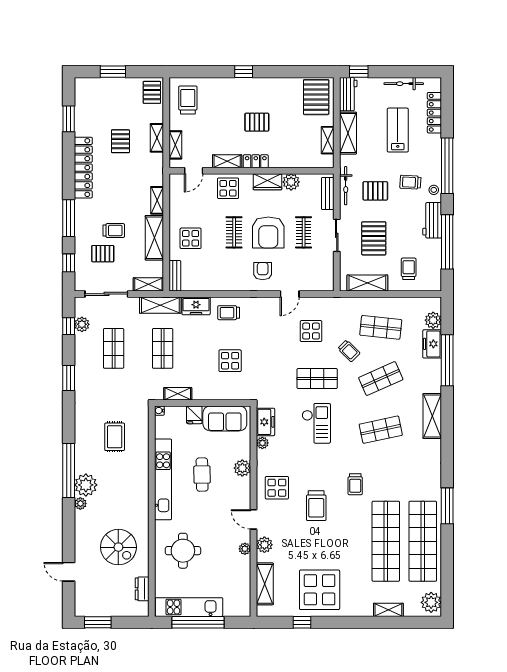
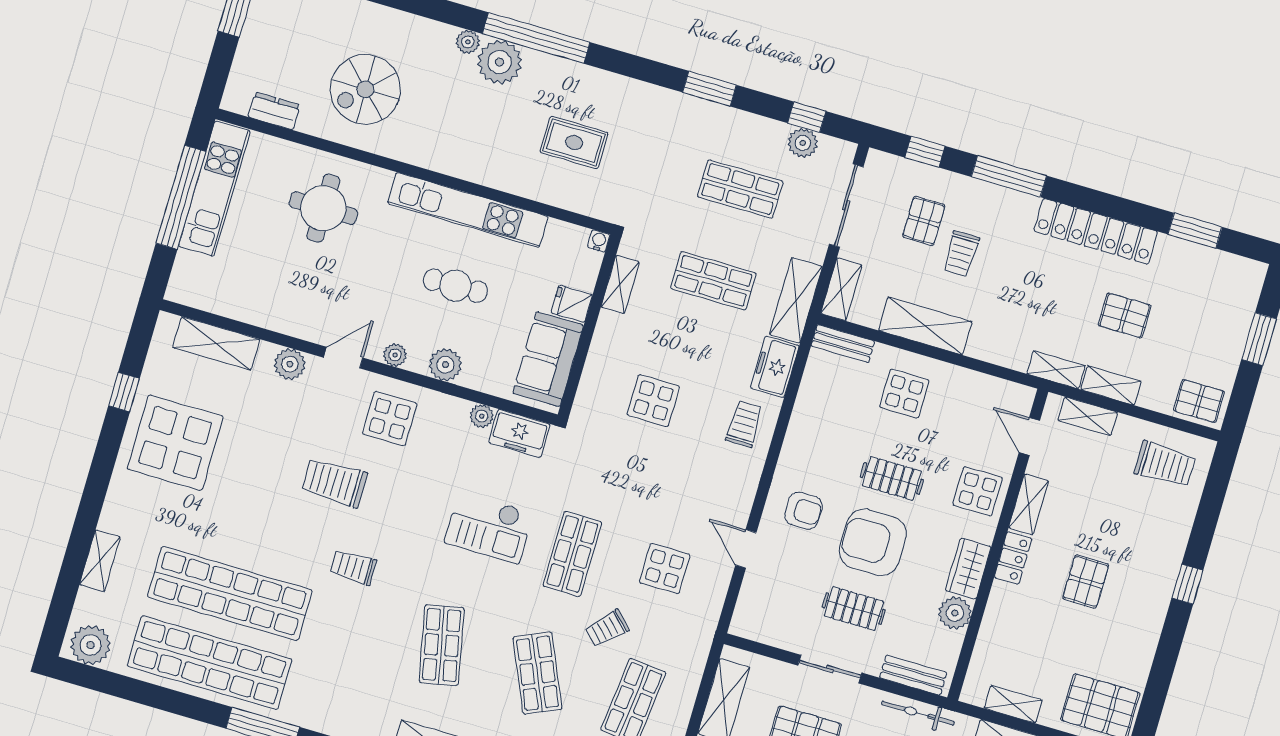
shelving: (157, 200) -> (1056, 370), moved
plant: (245, 549) -> (395, 355), moved

